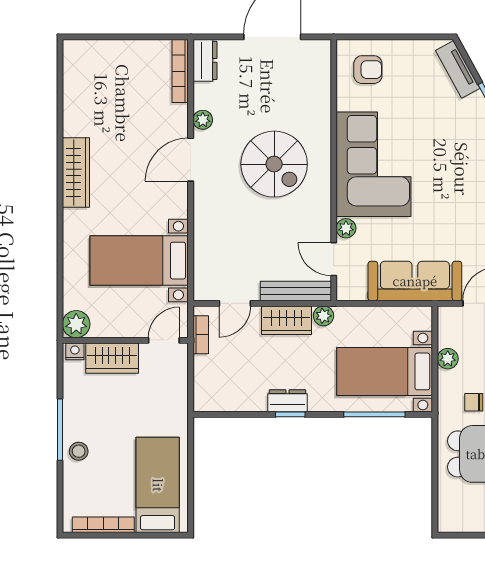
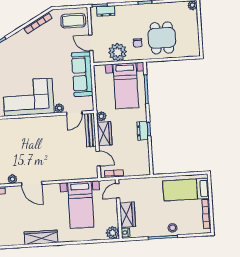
spiral stairs: (274, 164) -> (31, 144), removed
door: (164, 340) -> (118, 191), hinge flipped
plant: (448, 359) -> (118, 52), width x1.87, depth x1.87

